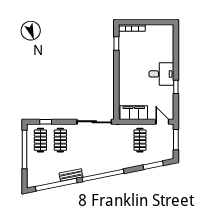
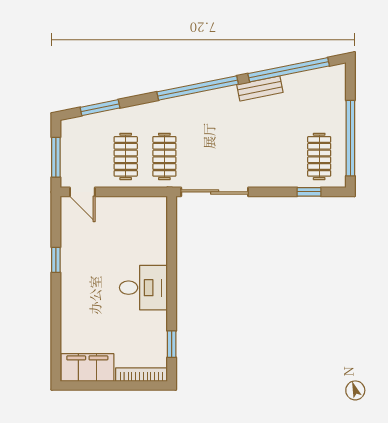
desk: (161, 74) -> (143, 288), moved, turned 180
filing cabinet: (134, 113) -> (87, 367), moved, turned 180
clothes rail: (60, 140) -> (164, 156), moved

